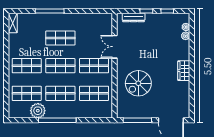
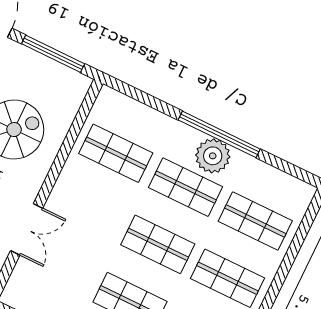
shop shelf: (94, 66) -> (88, 211), removed
plant: (38, 111) -> (213, 156), moved

